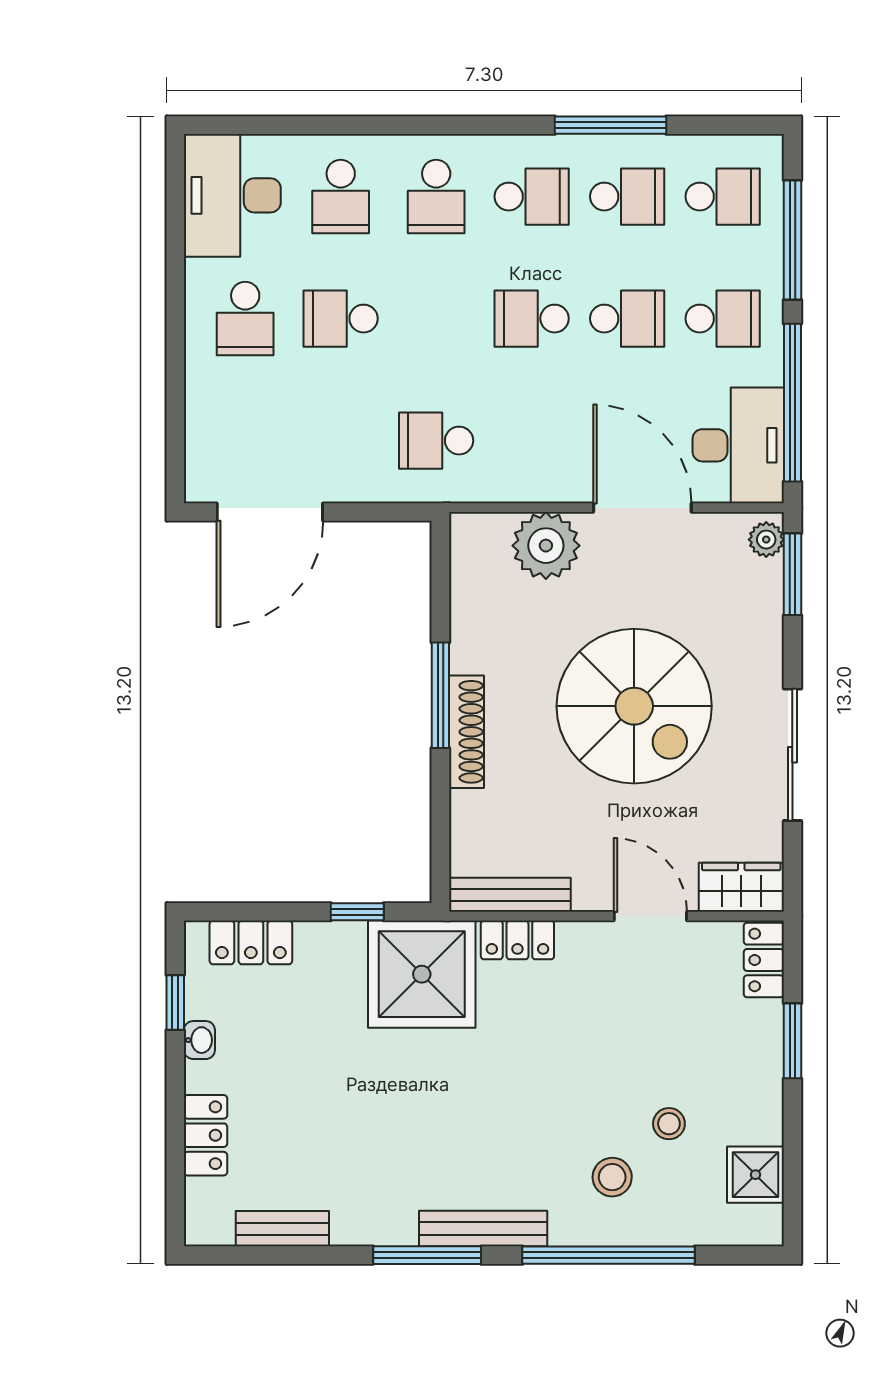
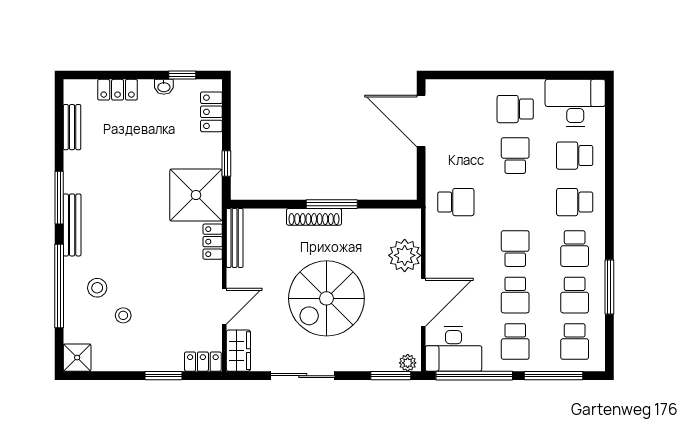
school desk: (436, 441) -> (456, 202), turned 90
shower: (756, 1175) -> (77, 358), moved

